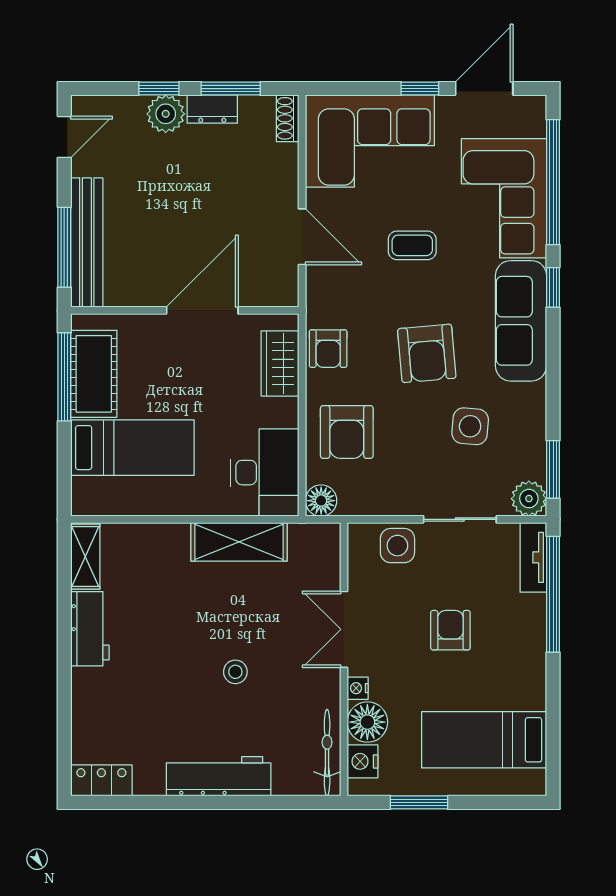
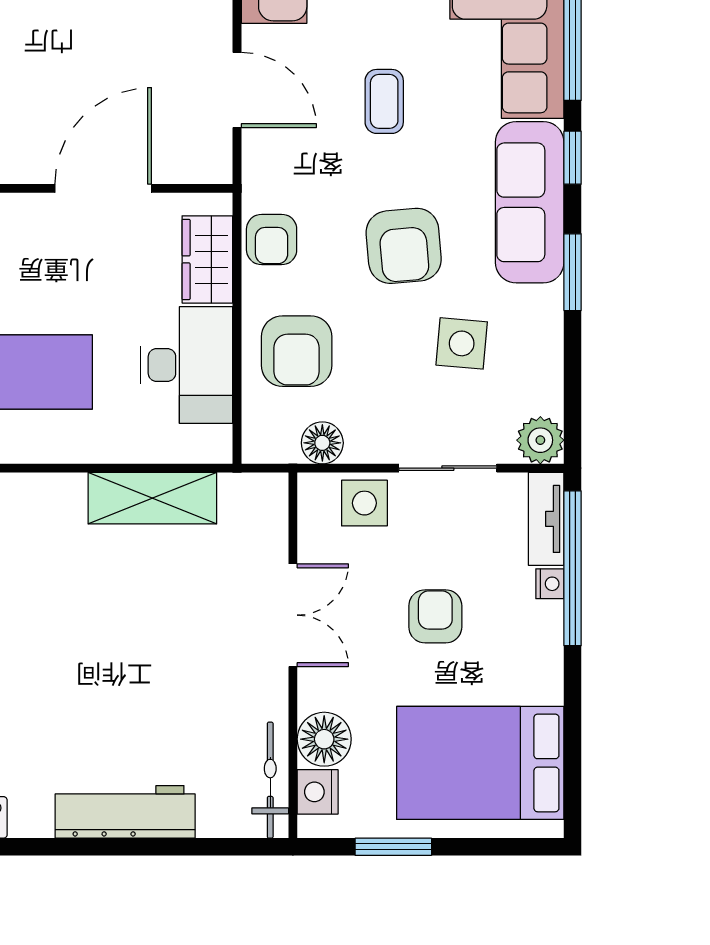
coffee table: (412, 245) -> (384, 101), turned 90
window: (553, 469) -> (573, 272), moved
desk: (265, 473) -> (187, 365), moved
floor lamp: (321, 501) -> (322, 443), moved
double door: (344, 629) -> (293, 615), swing flipped
stool: (235, 672) -> (148, 672), removed
nightstand: (358, 688) -> (550, 584), moved, turned 180
bed: (484, 740) -> (480, 763), width x1.50

